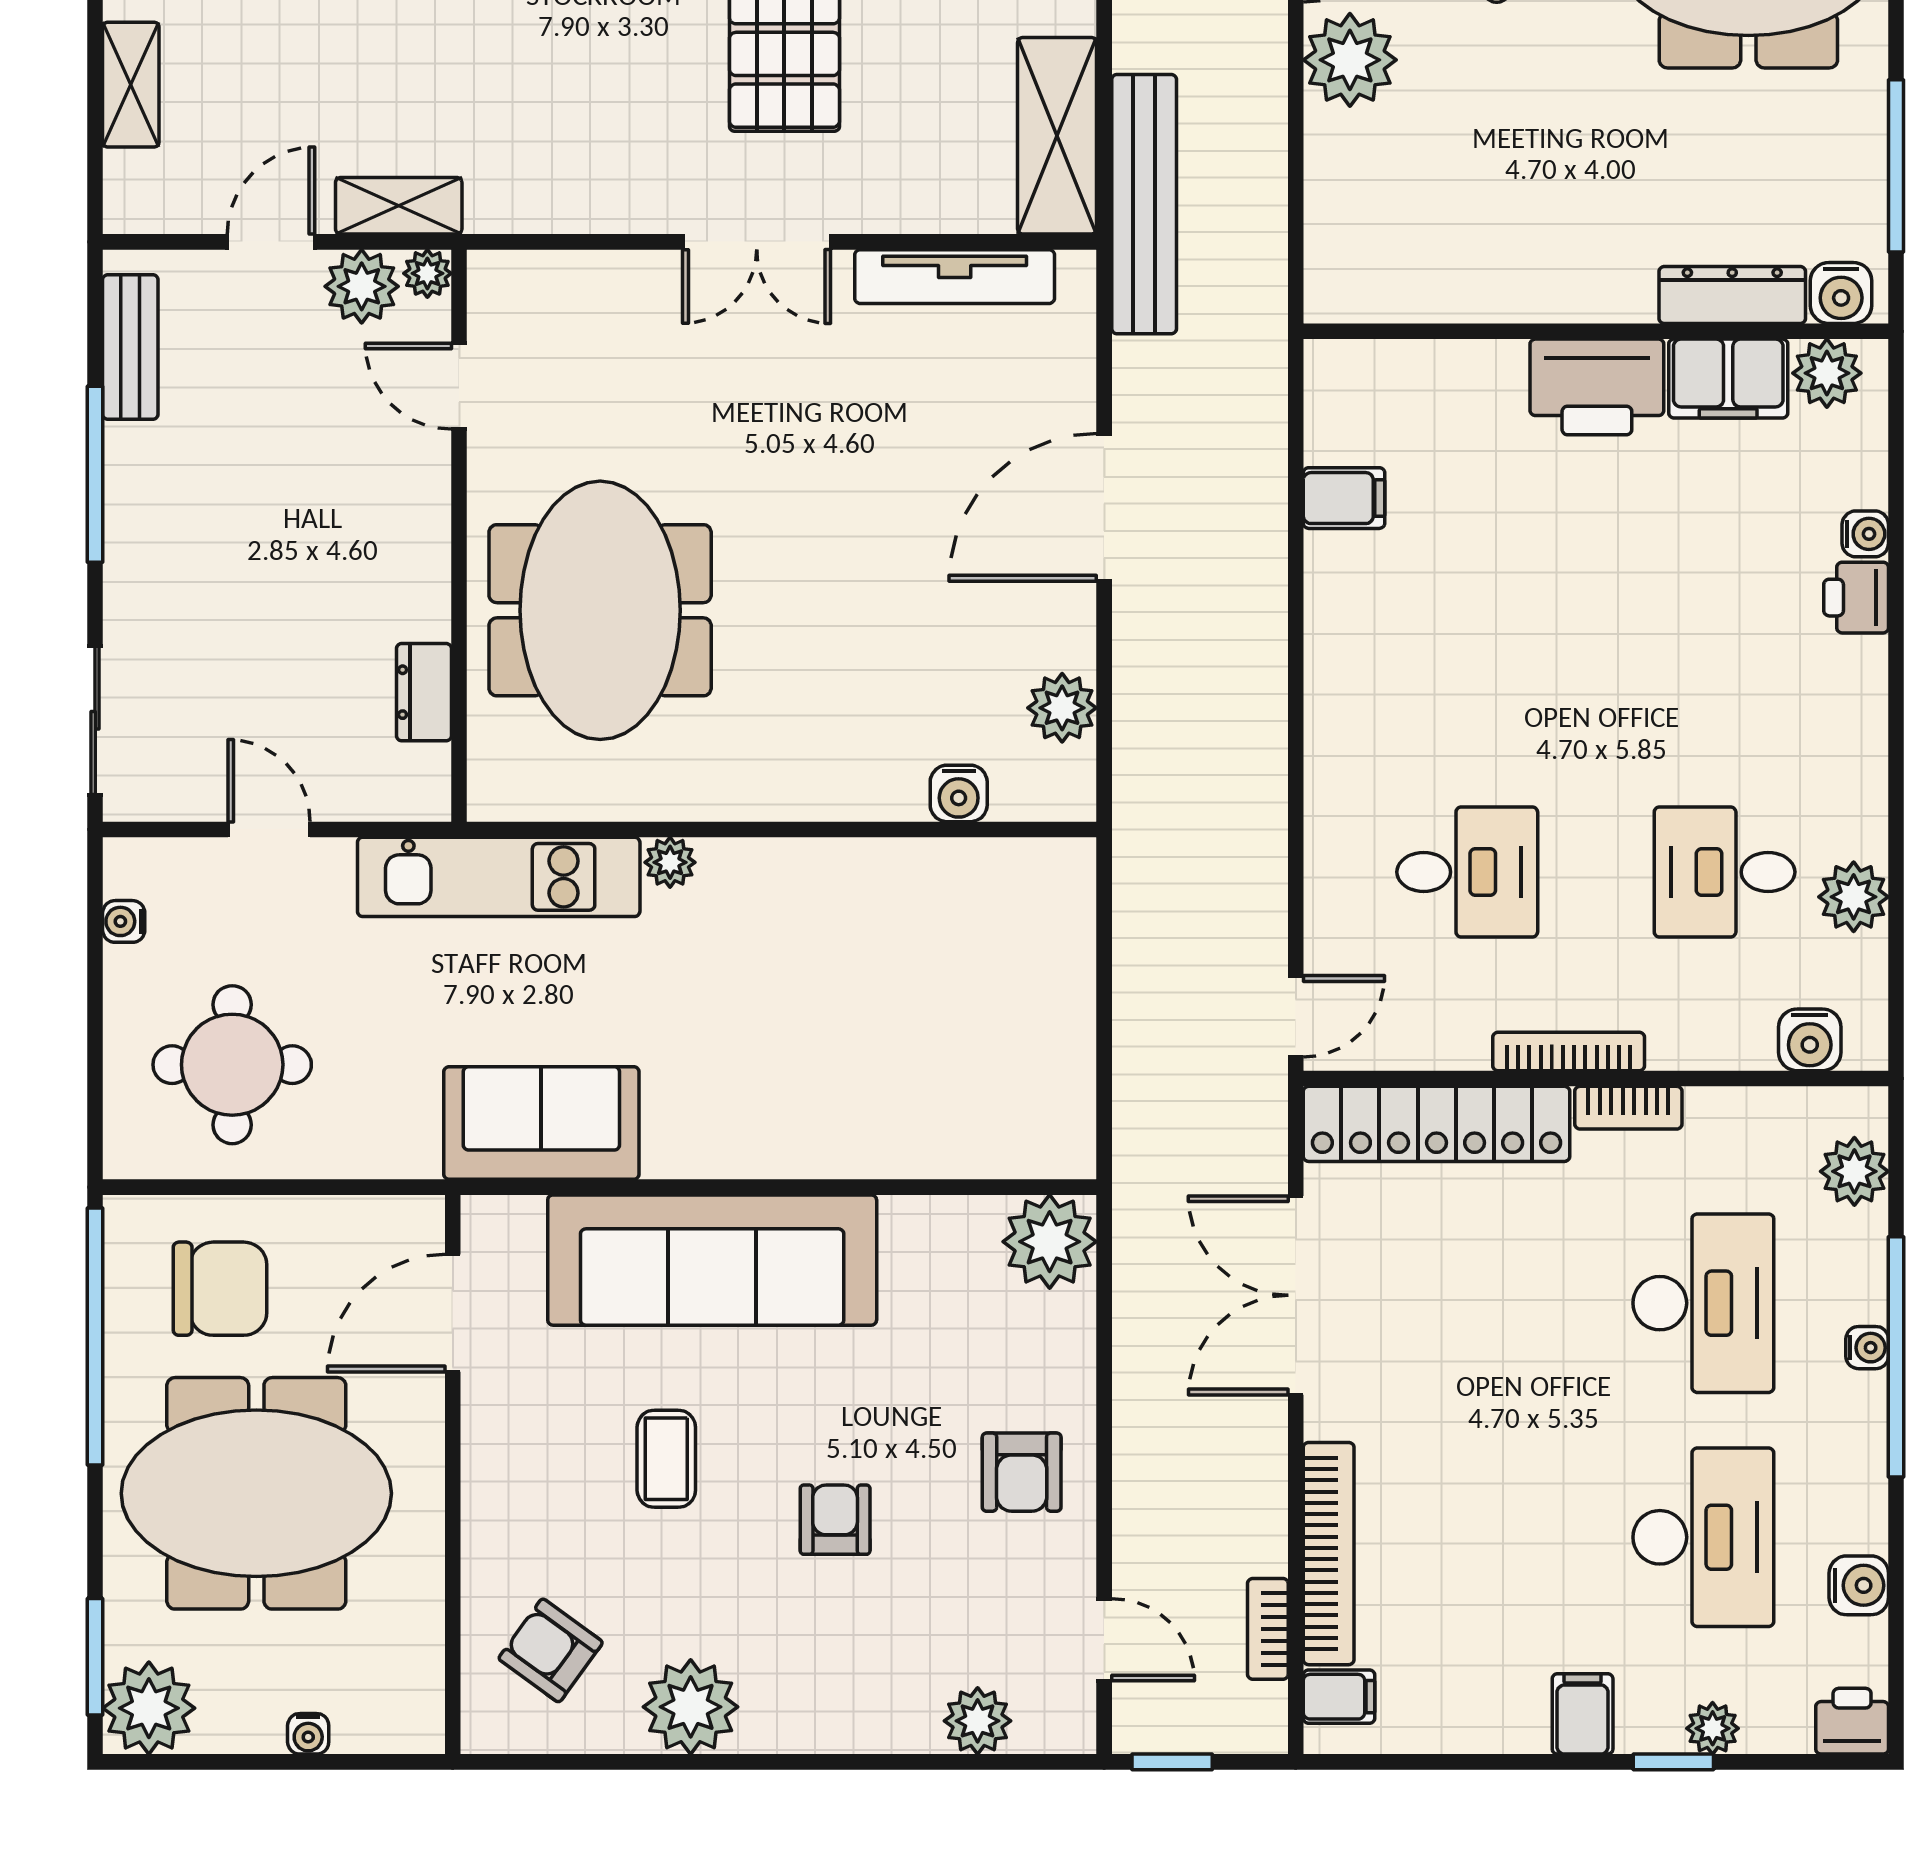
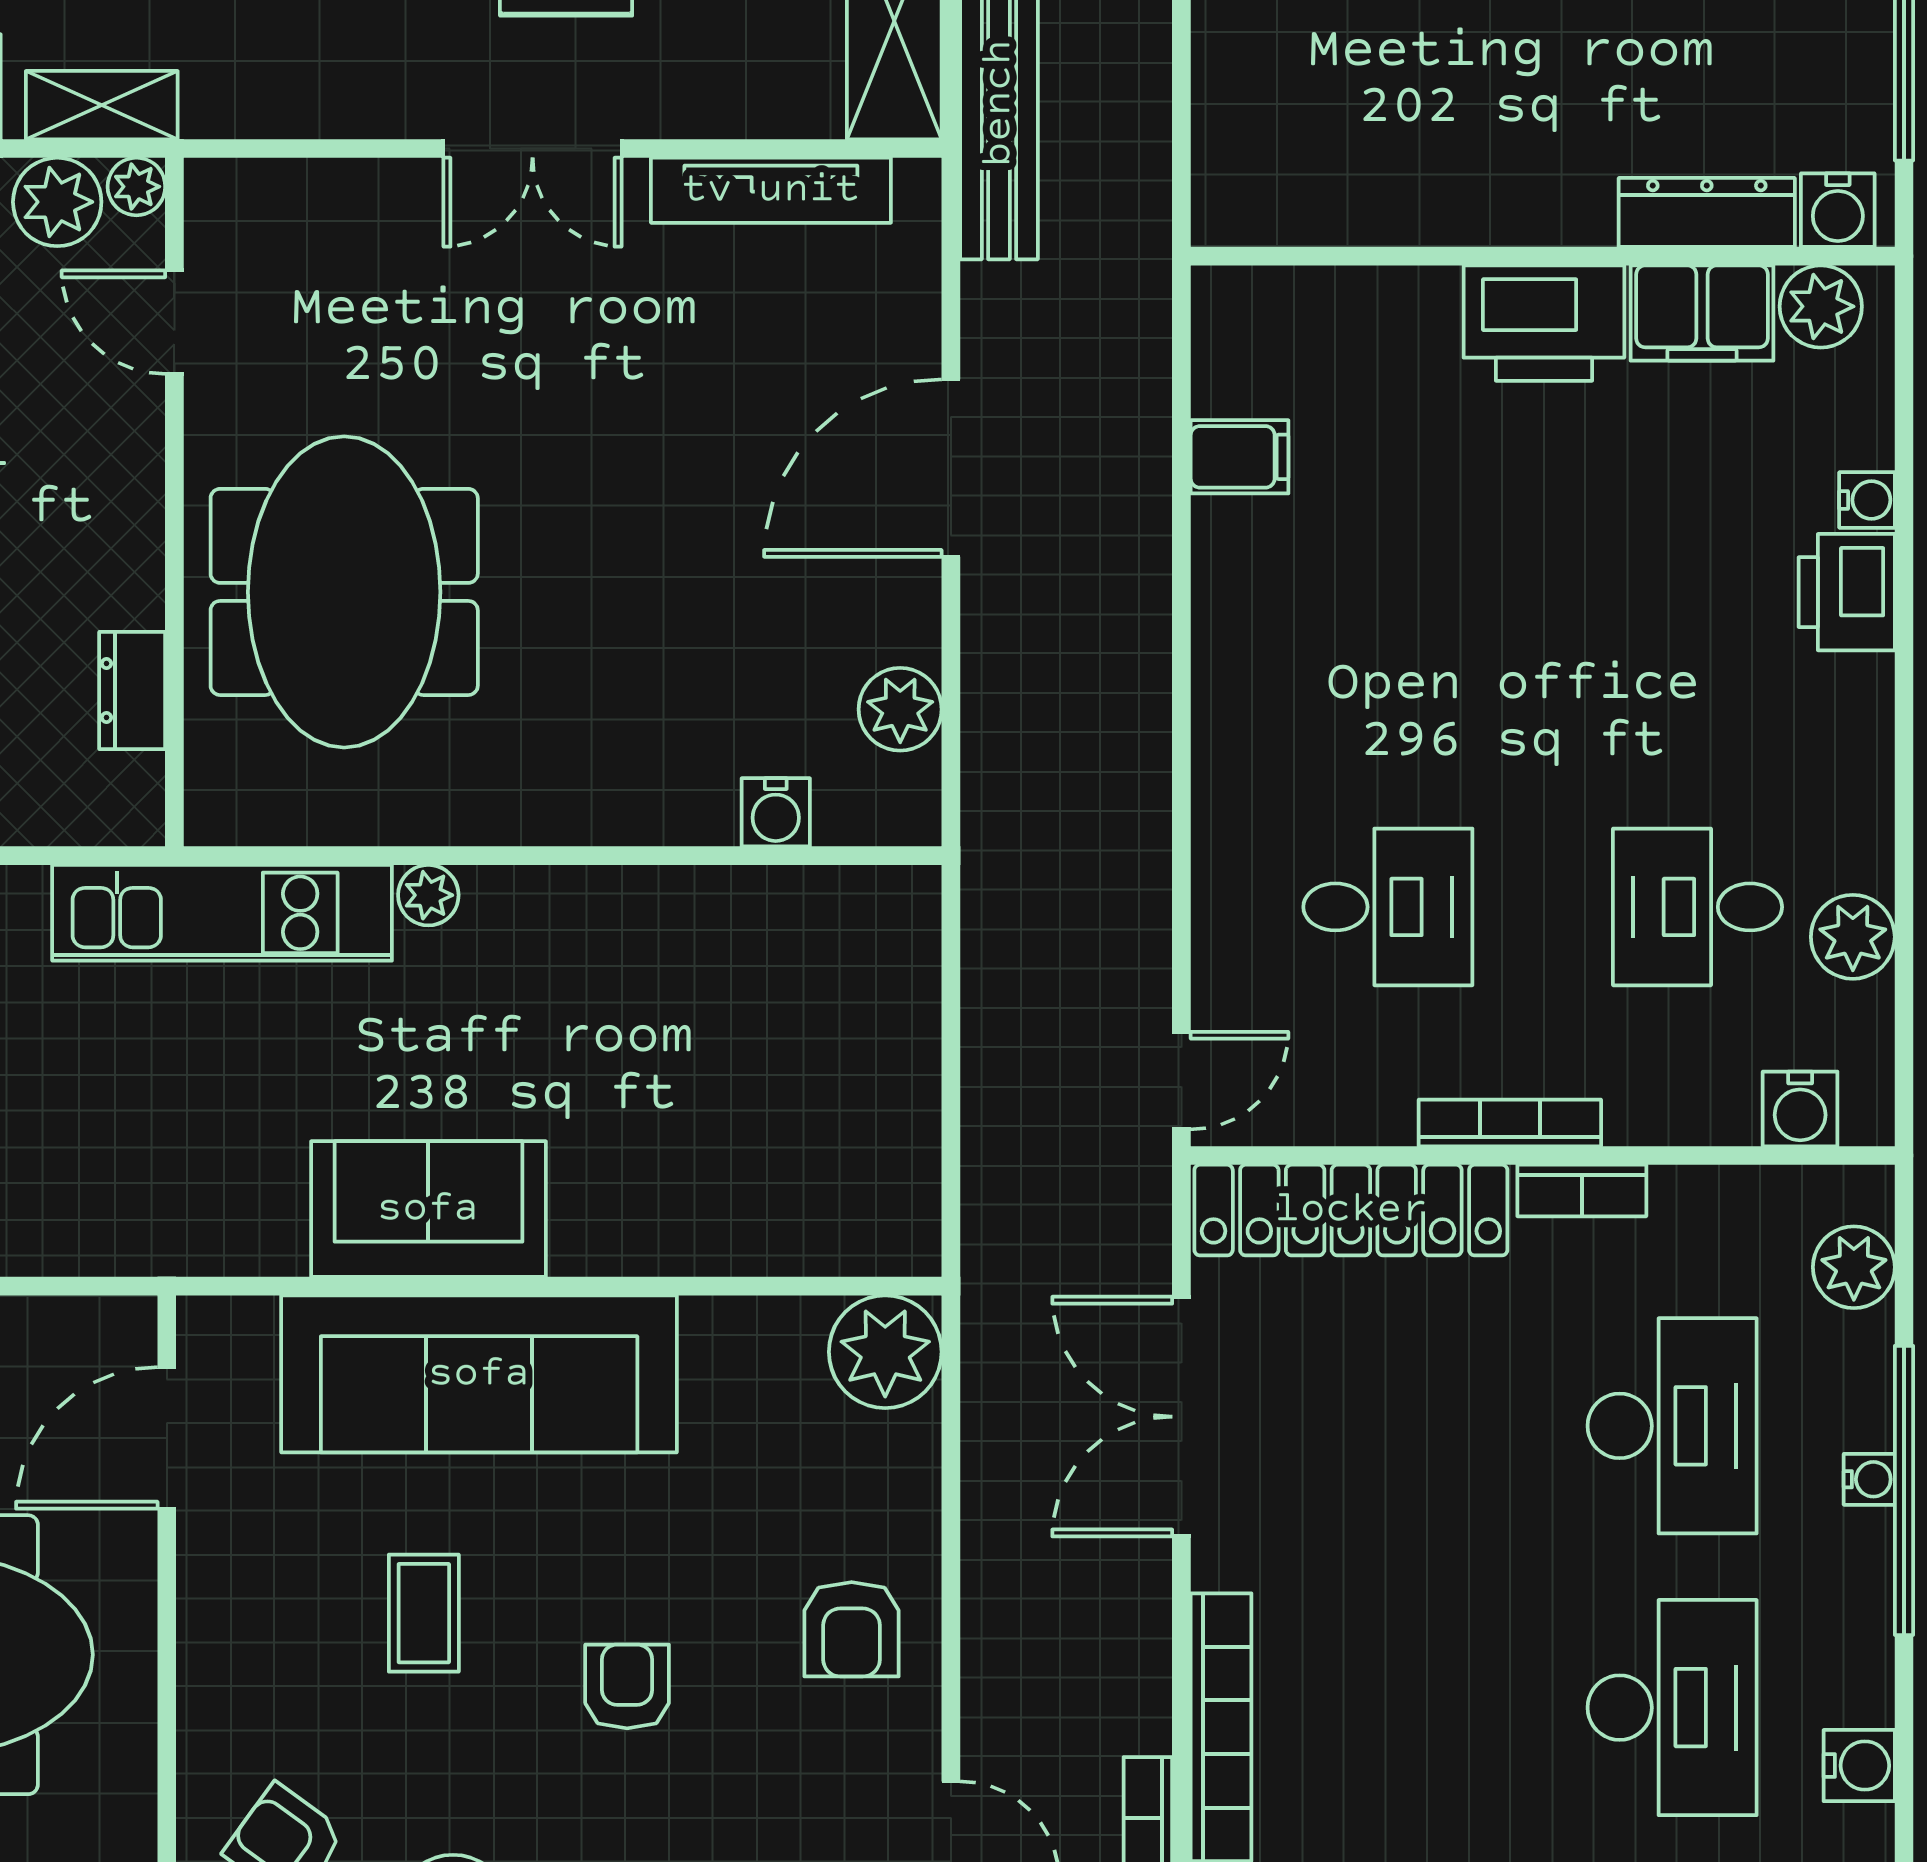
printer: (1856, 598) -> (1847, 592), width x1.36, depth x1.24
sofa: (541, 1123) -> (428, 1209), moved

